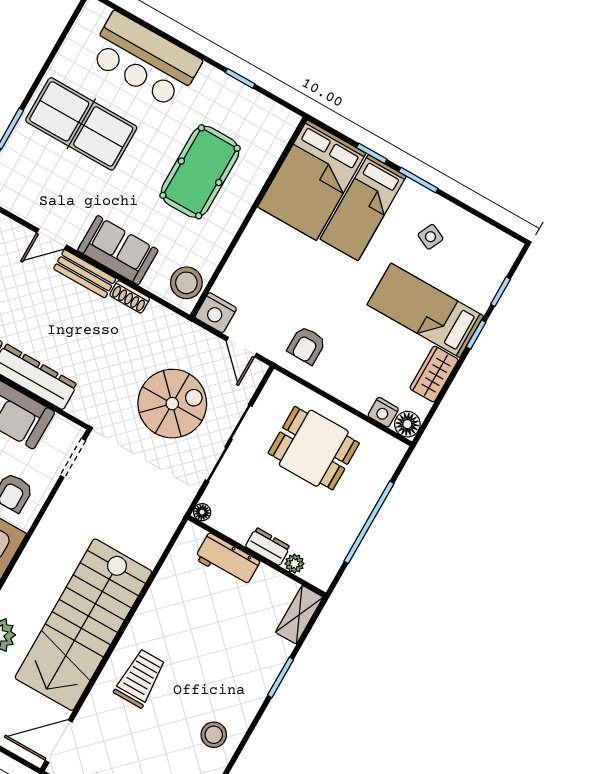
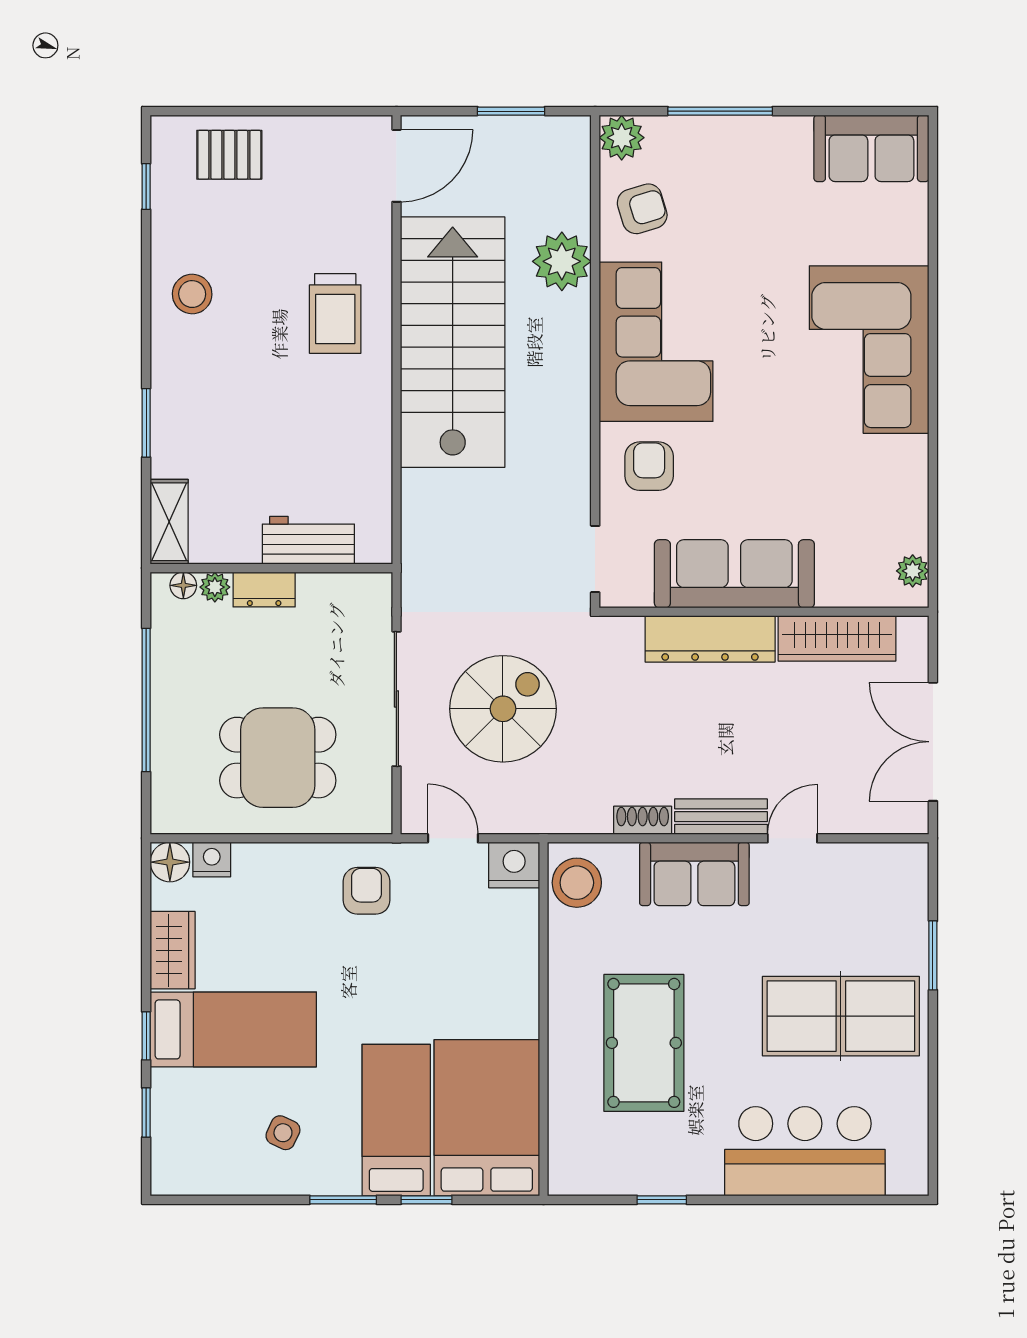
spiral stairs: (172, 404) -> (503, 709), turned 180
floor lamp: (202, 512) -> (183, 585), moved

